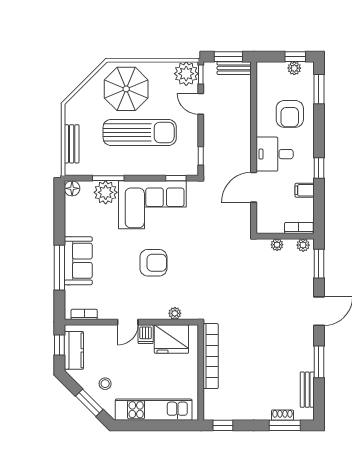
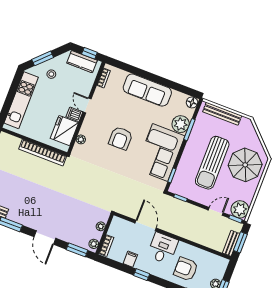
bench: (72, 144) -> (222, 114), width x1.36
sofa: (78, 261) -> (147, 90), width x1.36
window: (59, 268) -> (142, 73), removed

